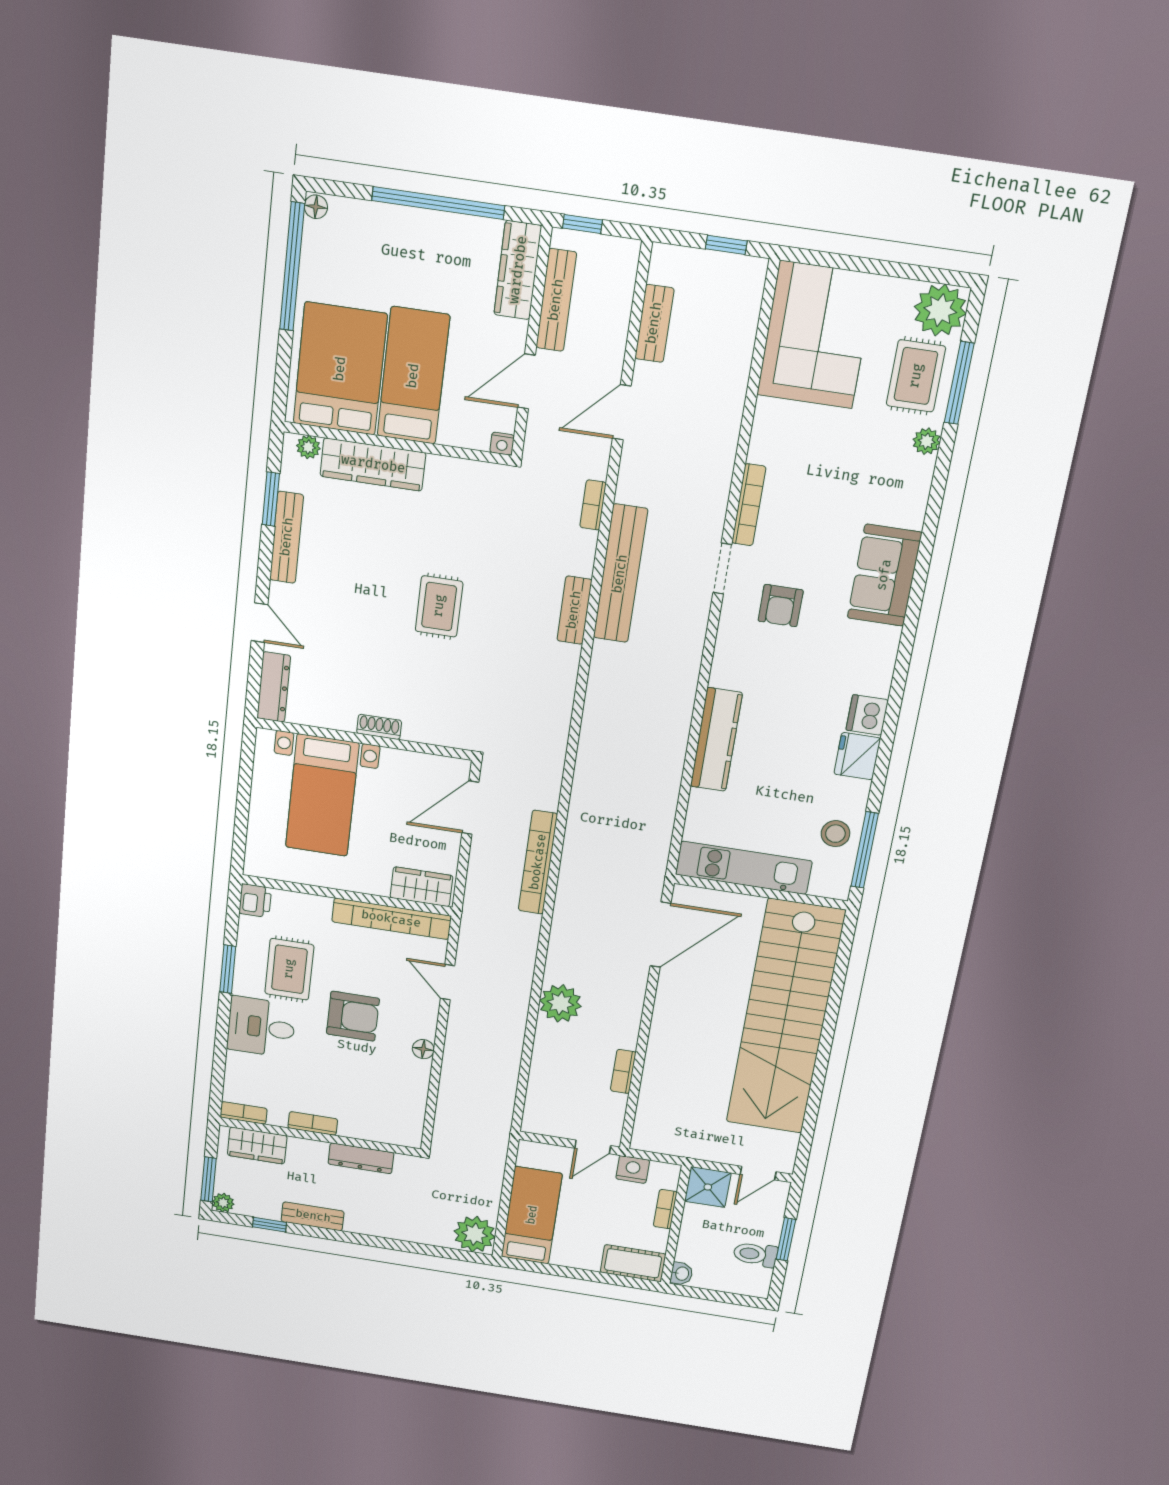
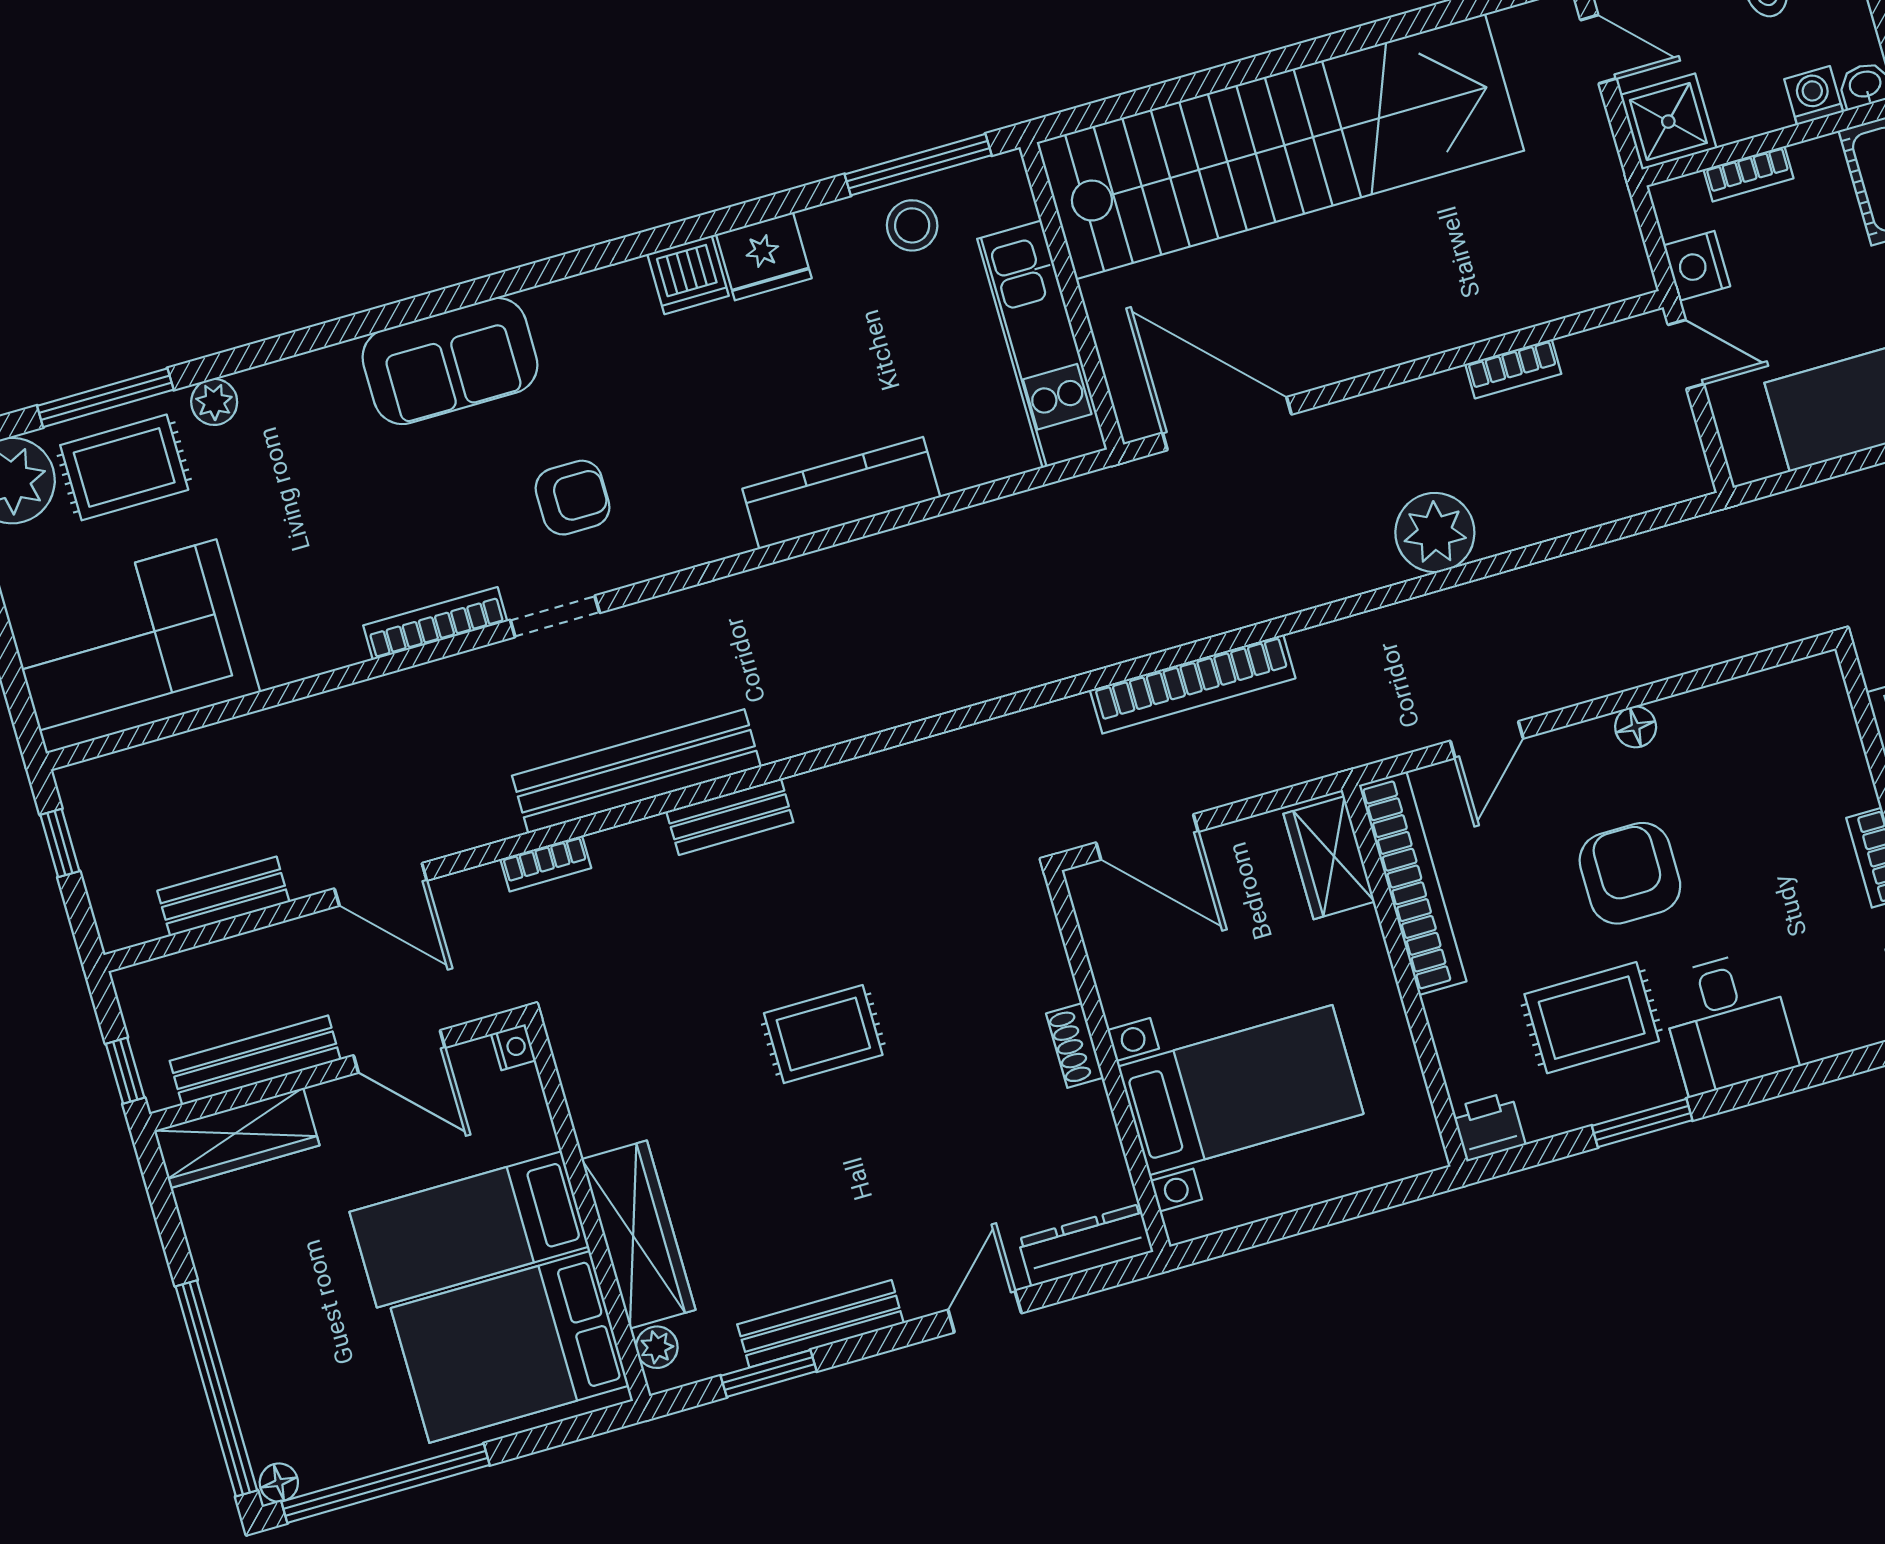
window: (438, 203) -> (216, 1388), moved
washing machine: (688, 1251) -> (1814, 96), added

